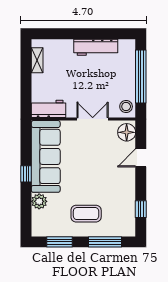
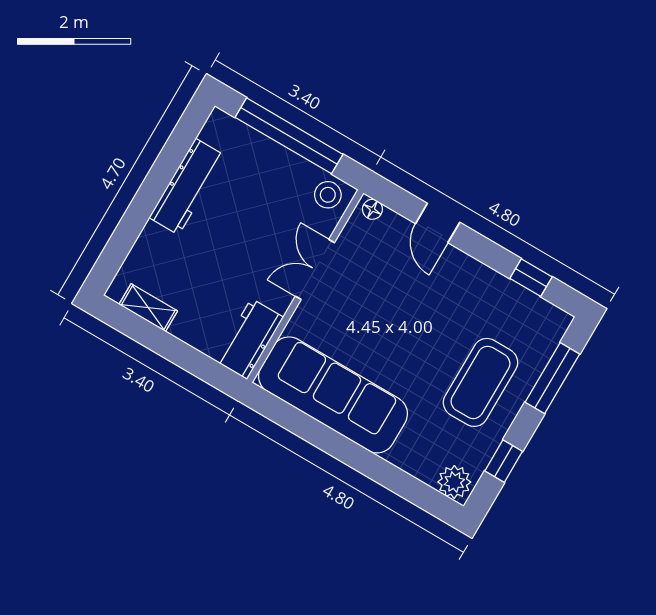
floor lamp: (127, 132) -> (372, 209), width x0.53, depth x0.53
window: (26, 174) -> (344, 449), removed
plant: (39, 201) -> (454, 482), moved
coffee table: (86, 214) -> (480, 382), width x1.36, depth x1.32
window: (60, 242) -> (504, 461), width x0.67

